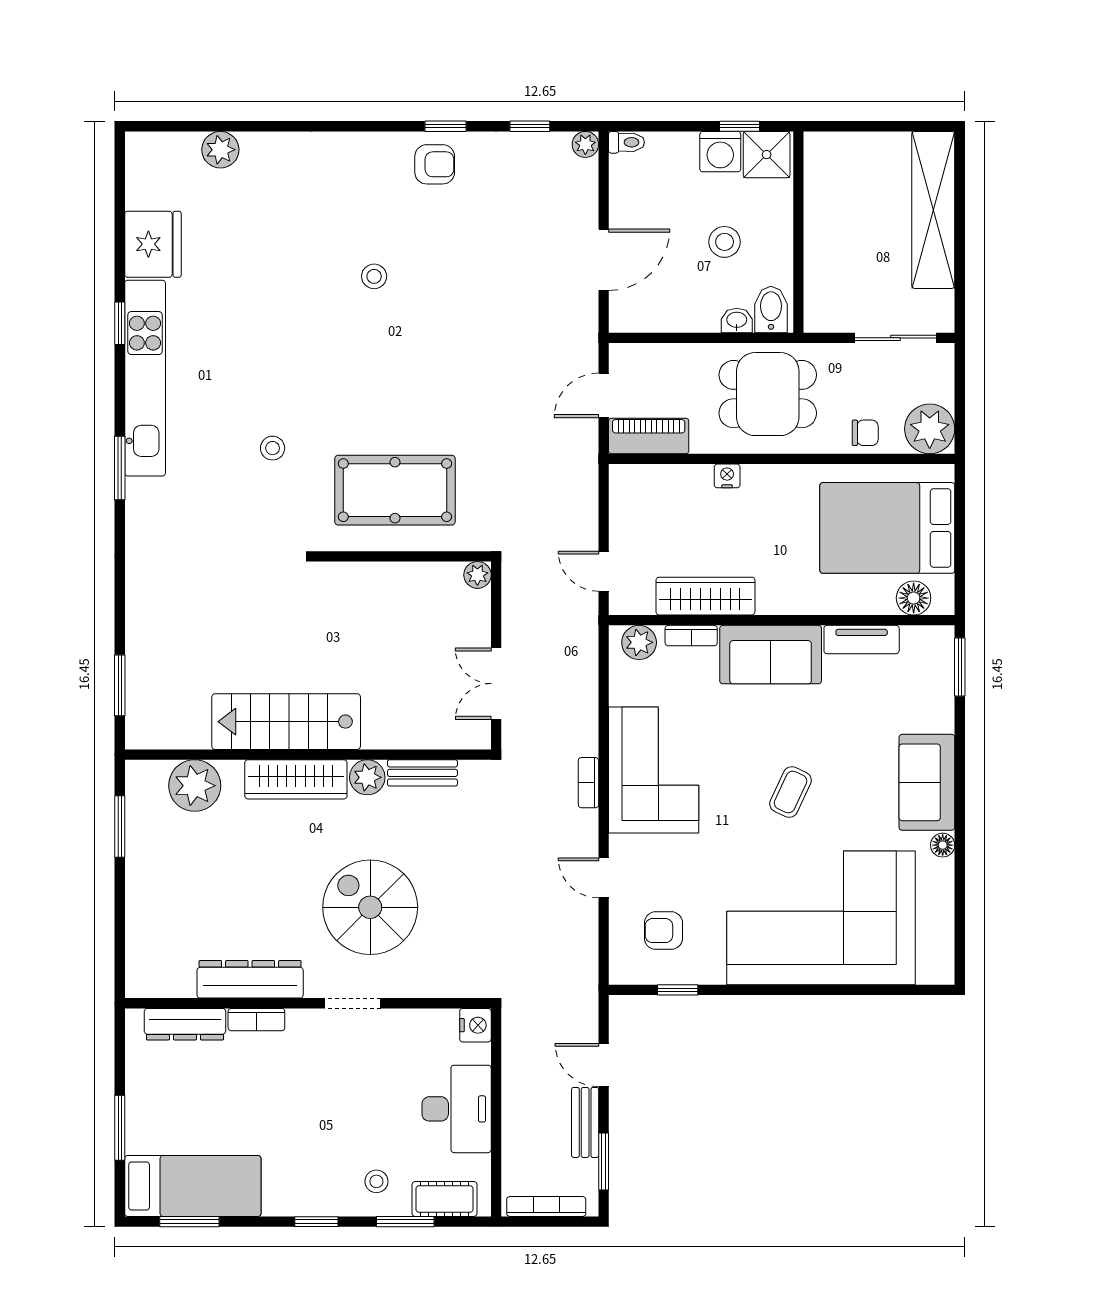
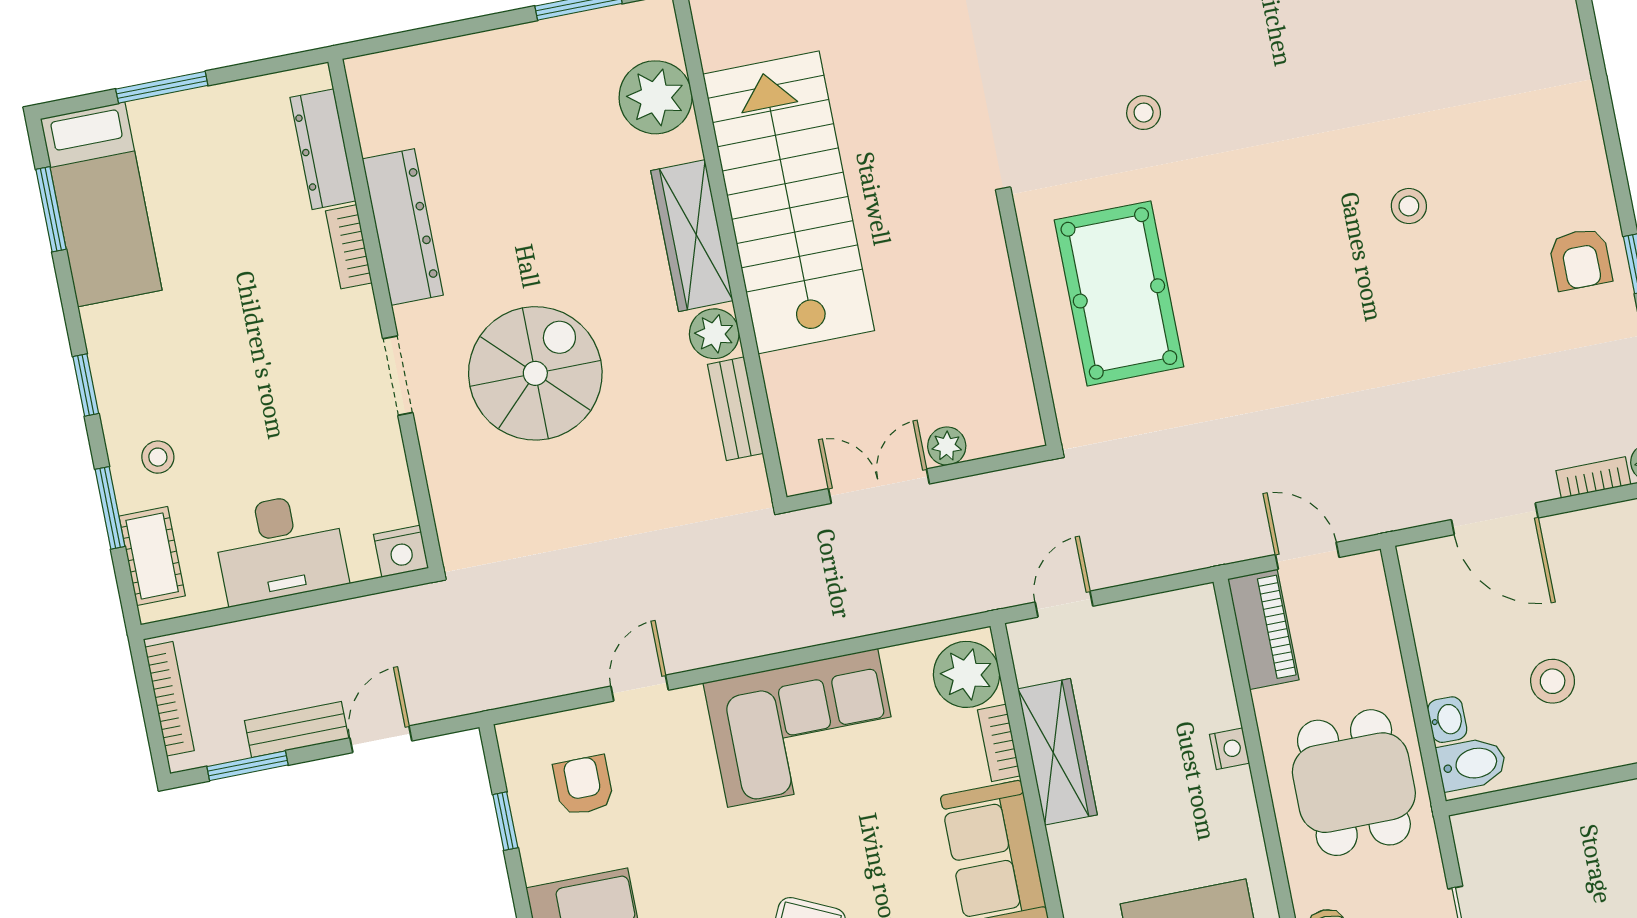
plant: (477, 575) -> (947, 446), moved
plant: (639, 642) -> (966, 674), width x1.36, depth x1.36
stairs: (286, 722) -> (789, 202), width x1.36, depth x1.51
bookcase: (588, 783) -> (1593, 478), moved

